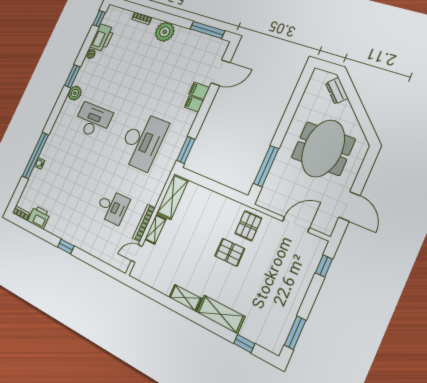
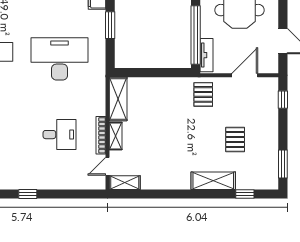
desk: (142, 141) -> (60, 59), turned -90
window: (186, 150) -> (110, 25), moved
window: (266, 166) -> (196, 35), width x1.46
tv unit: (268, 189) -> (206, 55), added
pallet: (230, 252) -> (235, 140), moved, turned 90
shelving: (185, 298) -> (125, 183), moved

